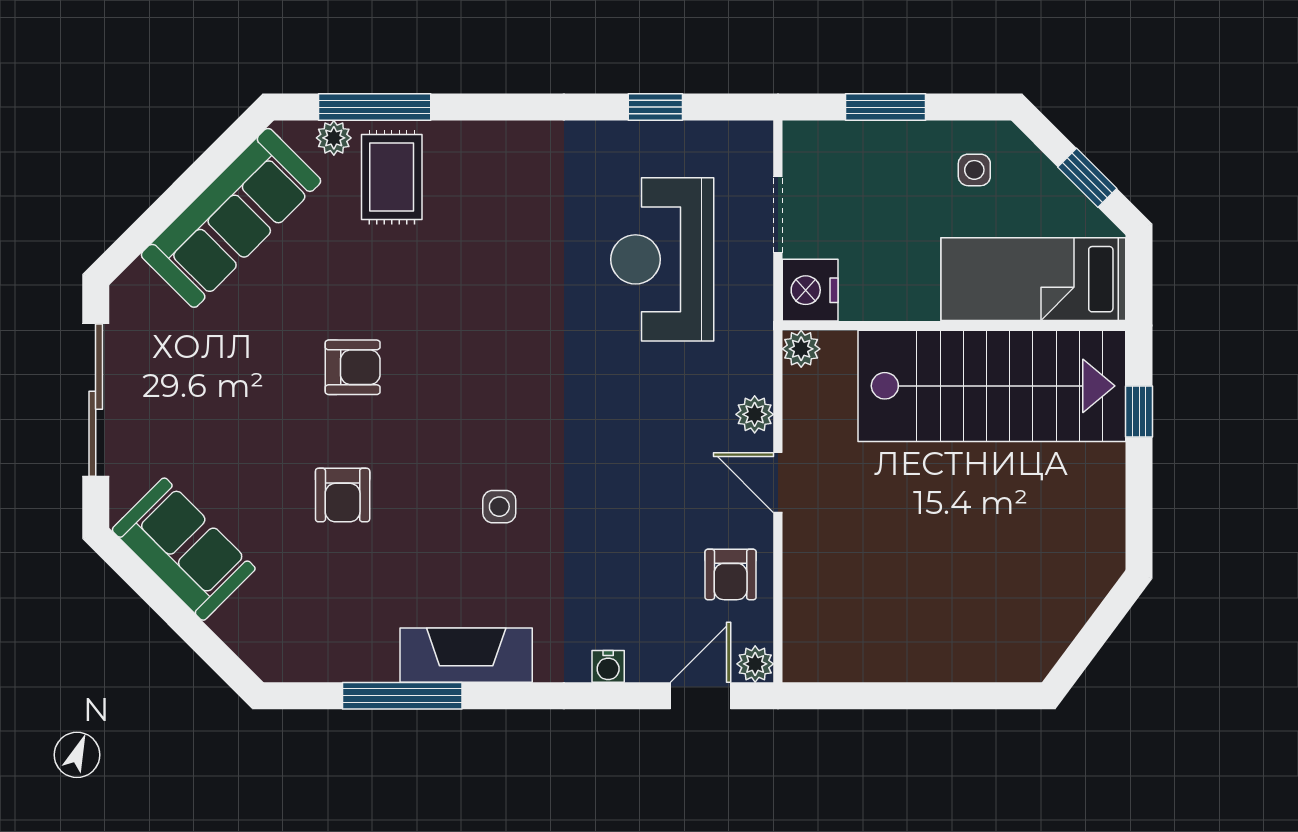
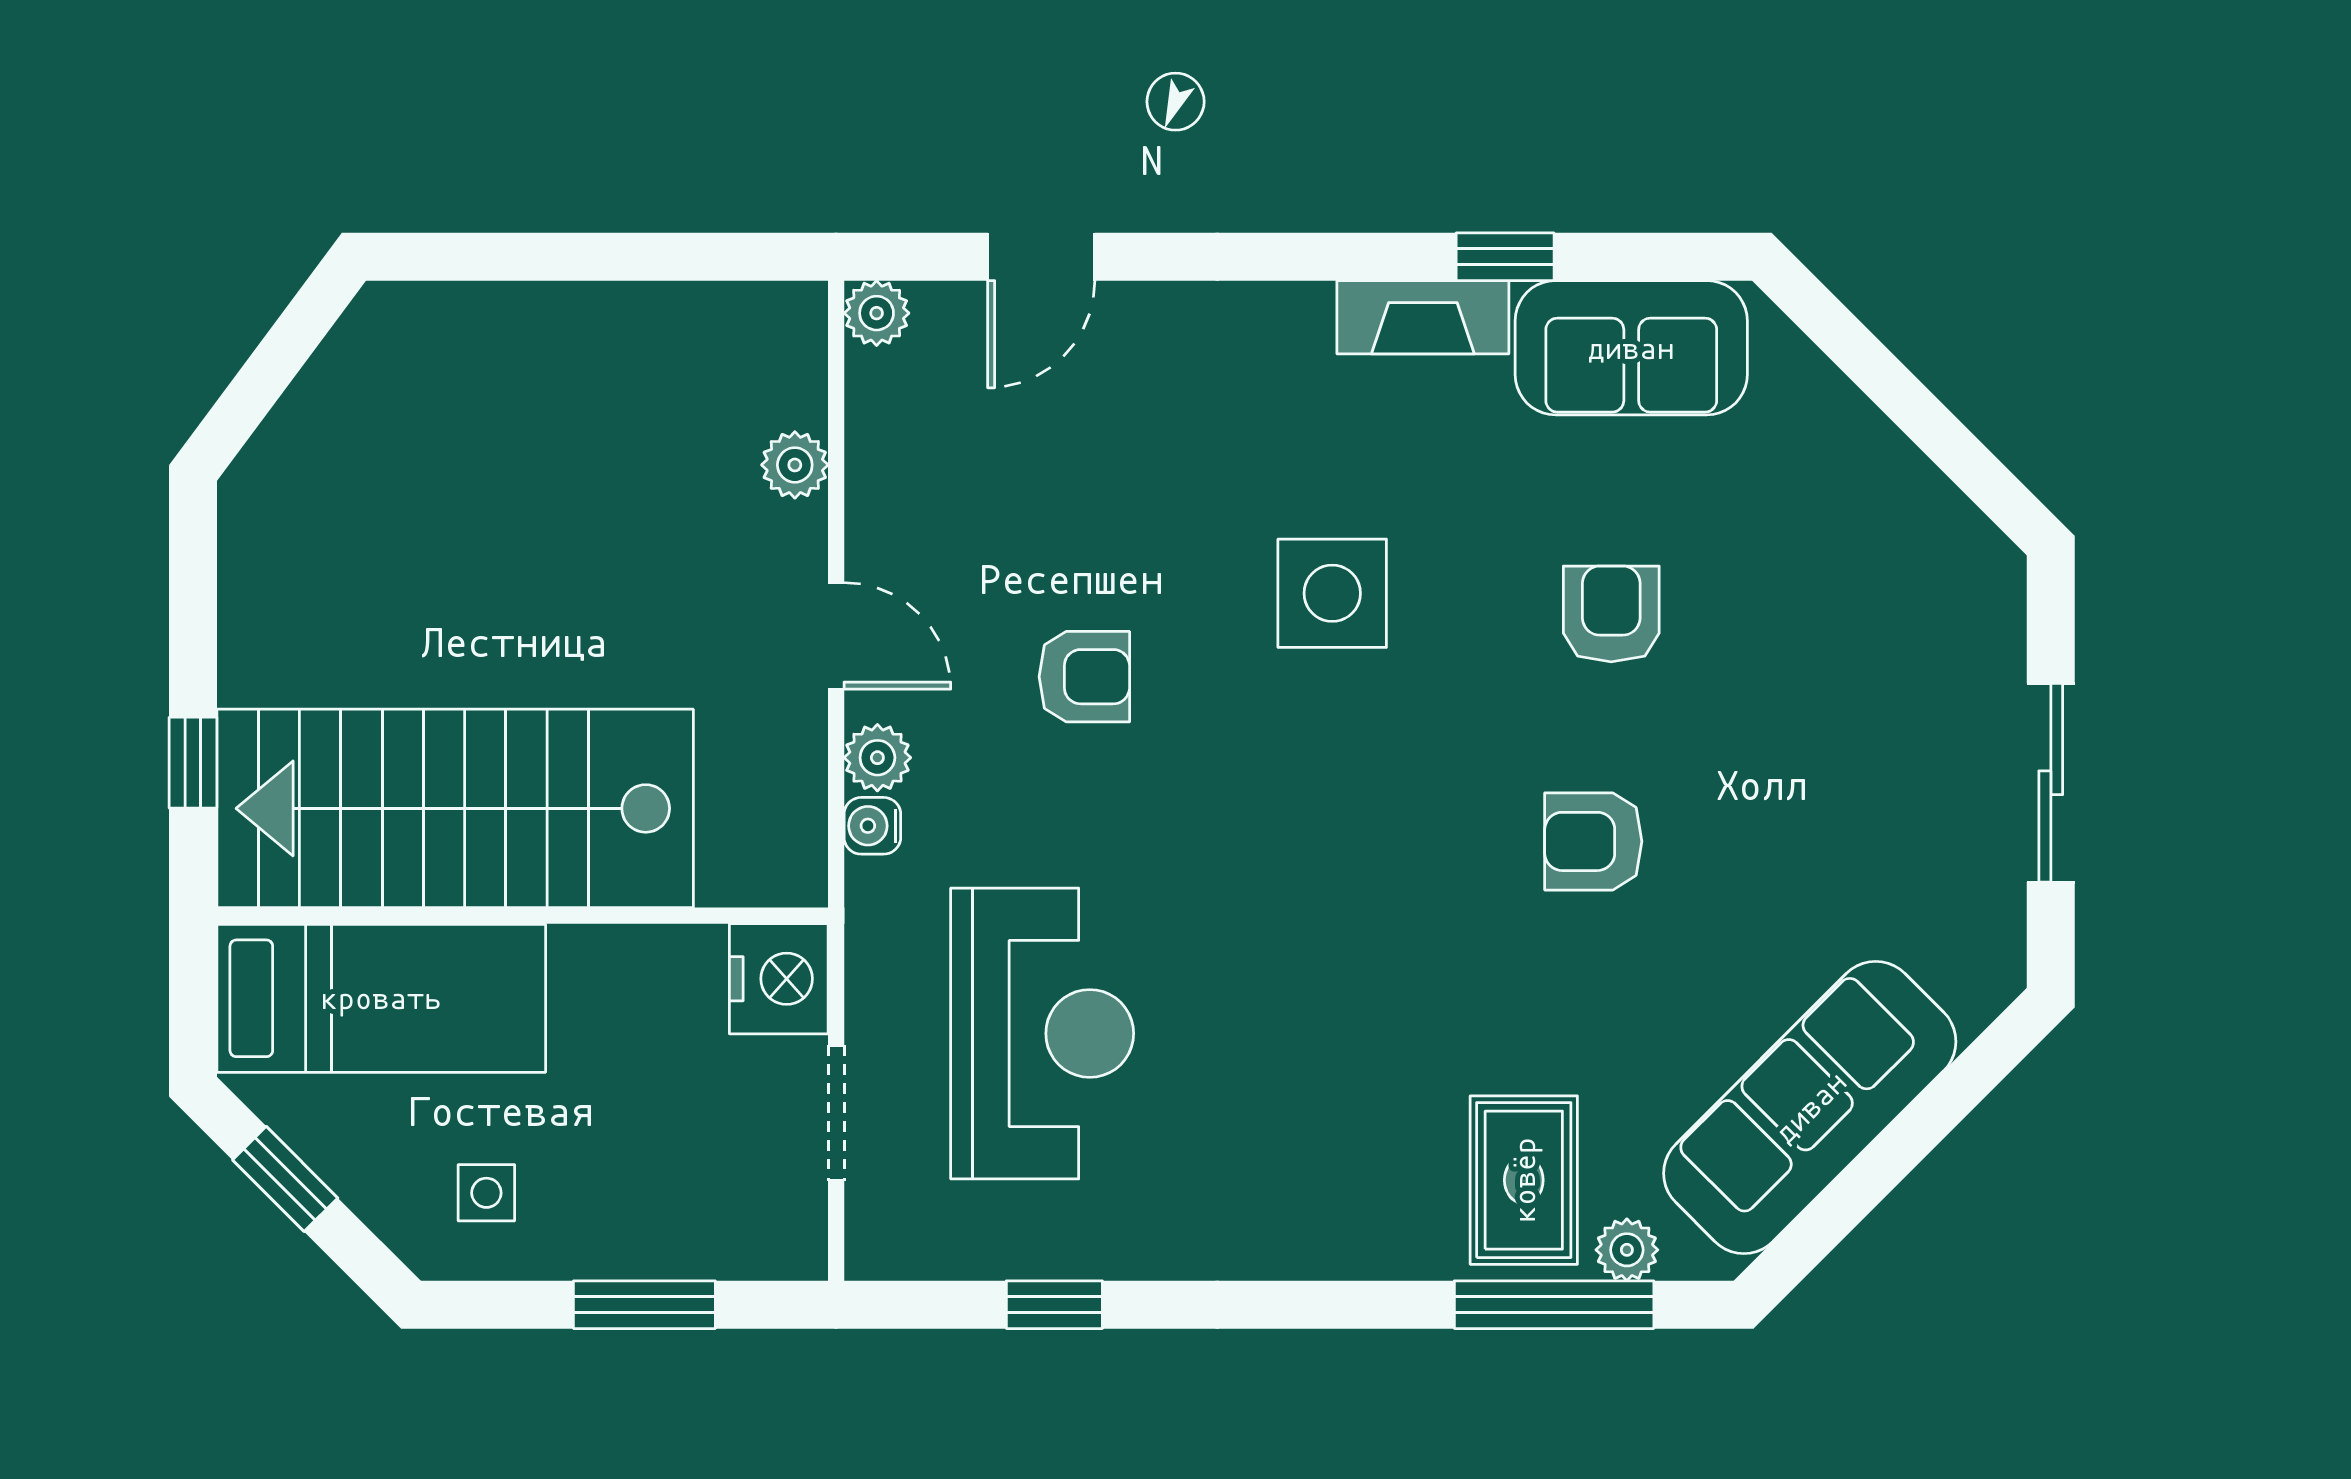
plant: (801, 349) -> (795, 465), moved
sliding door: (96, 400) -> (2051, 783), width x0.73
side table: (499, 507) -> (1332, 593), width x1.87, depth x1.87
sofa: (184, 549) -> (1631, 348), moved, turned -45
armchair: (731, 574) -> (1084, 677), moved, turned 90
fireplace: (466, 655) -> (1423, 317), width x0.73, depth x0.76
water cooler: (608, 666) -> (872, 826), moved, turned -90
window: (402, 696) -> (1505, 257), width x0.46
door: (701, 696) -> (1041, 257), moved

